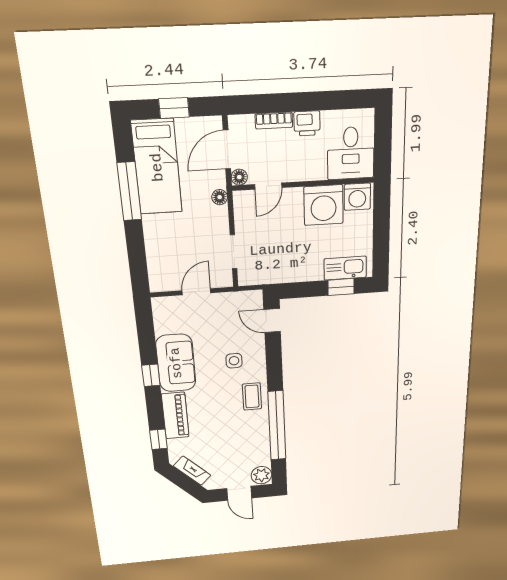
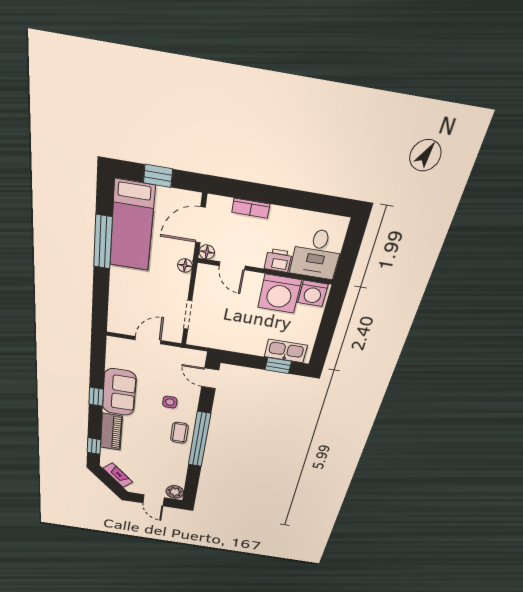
printer: (307, 123) -> (278, 260), moved, turned 180
door: (268, 186) -> (232, 266), hinge flipped
window: (277, 426) -> (199, 440), moved

